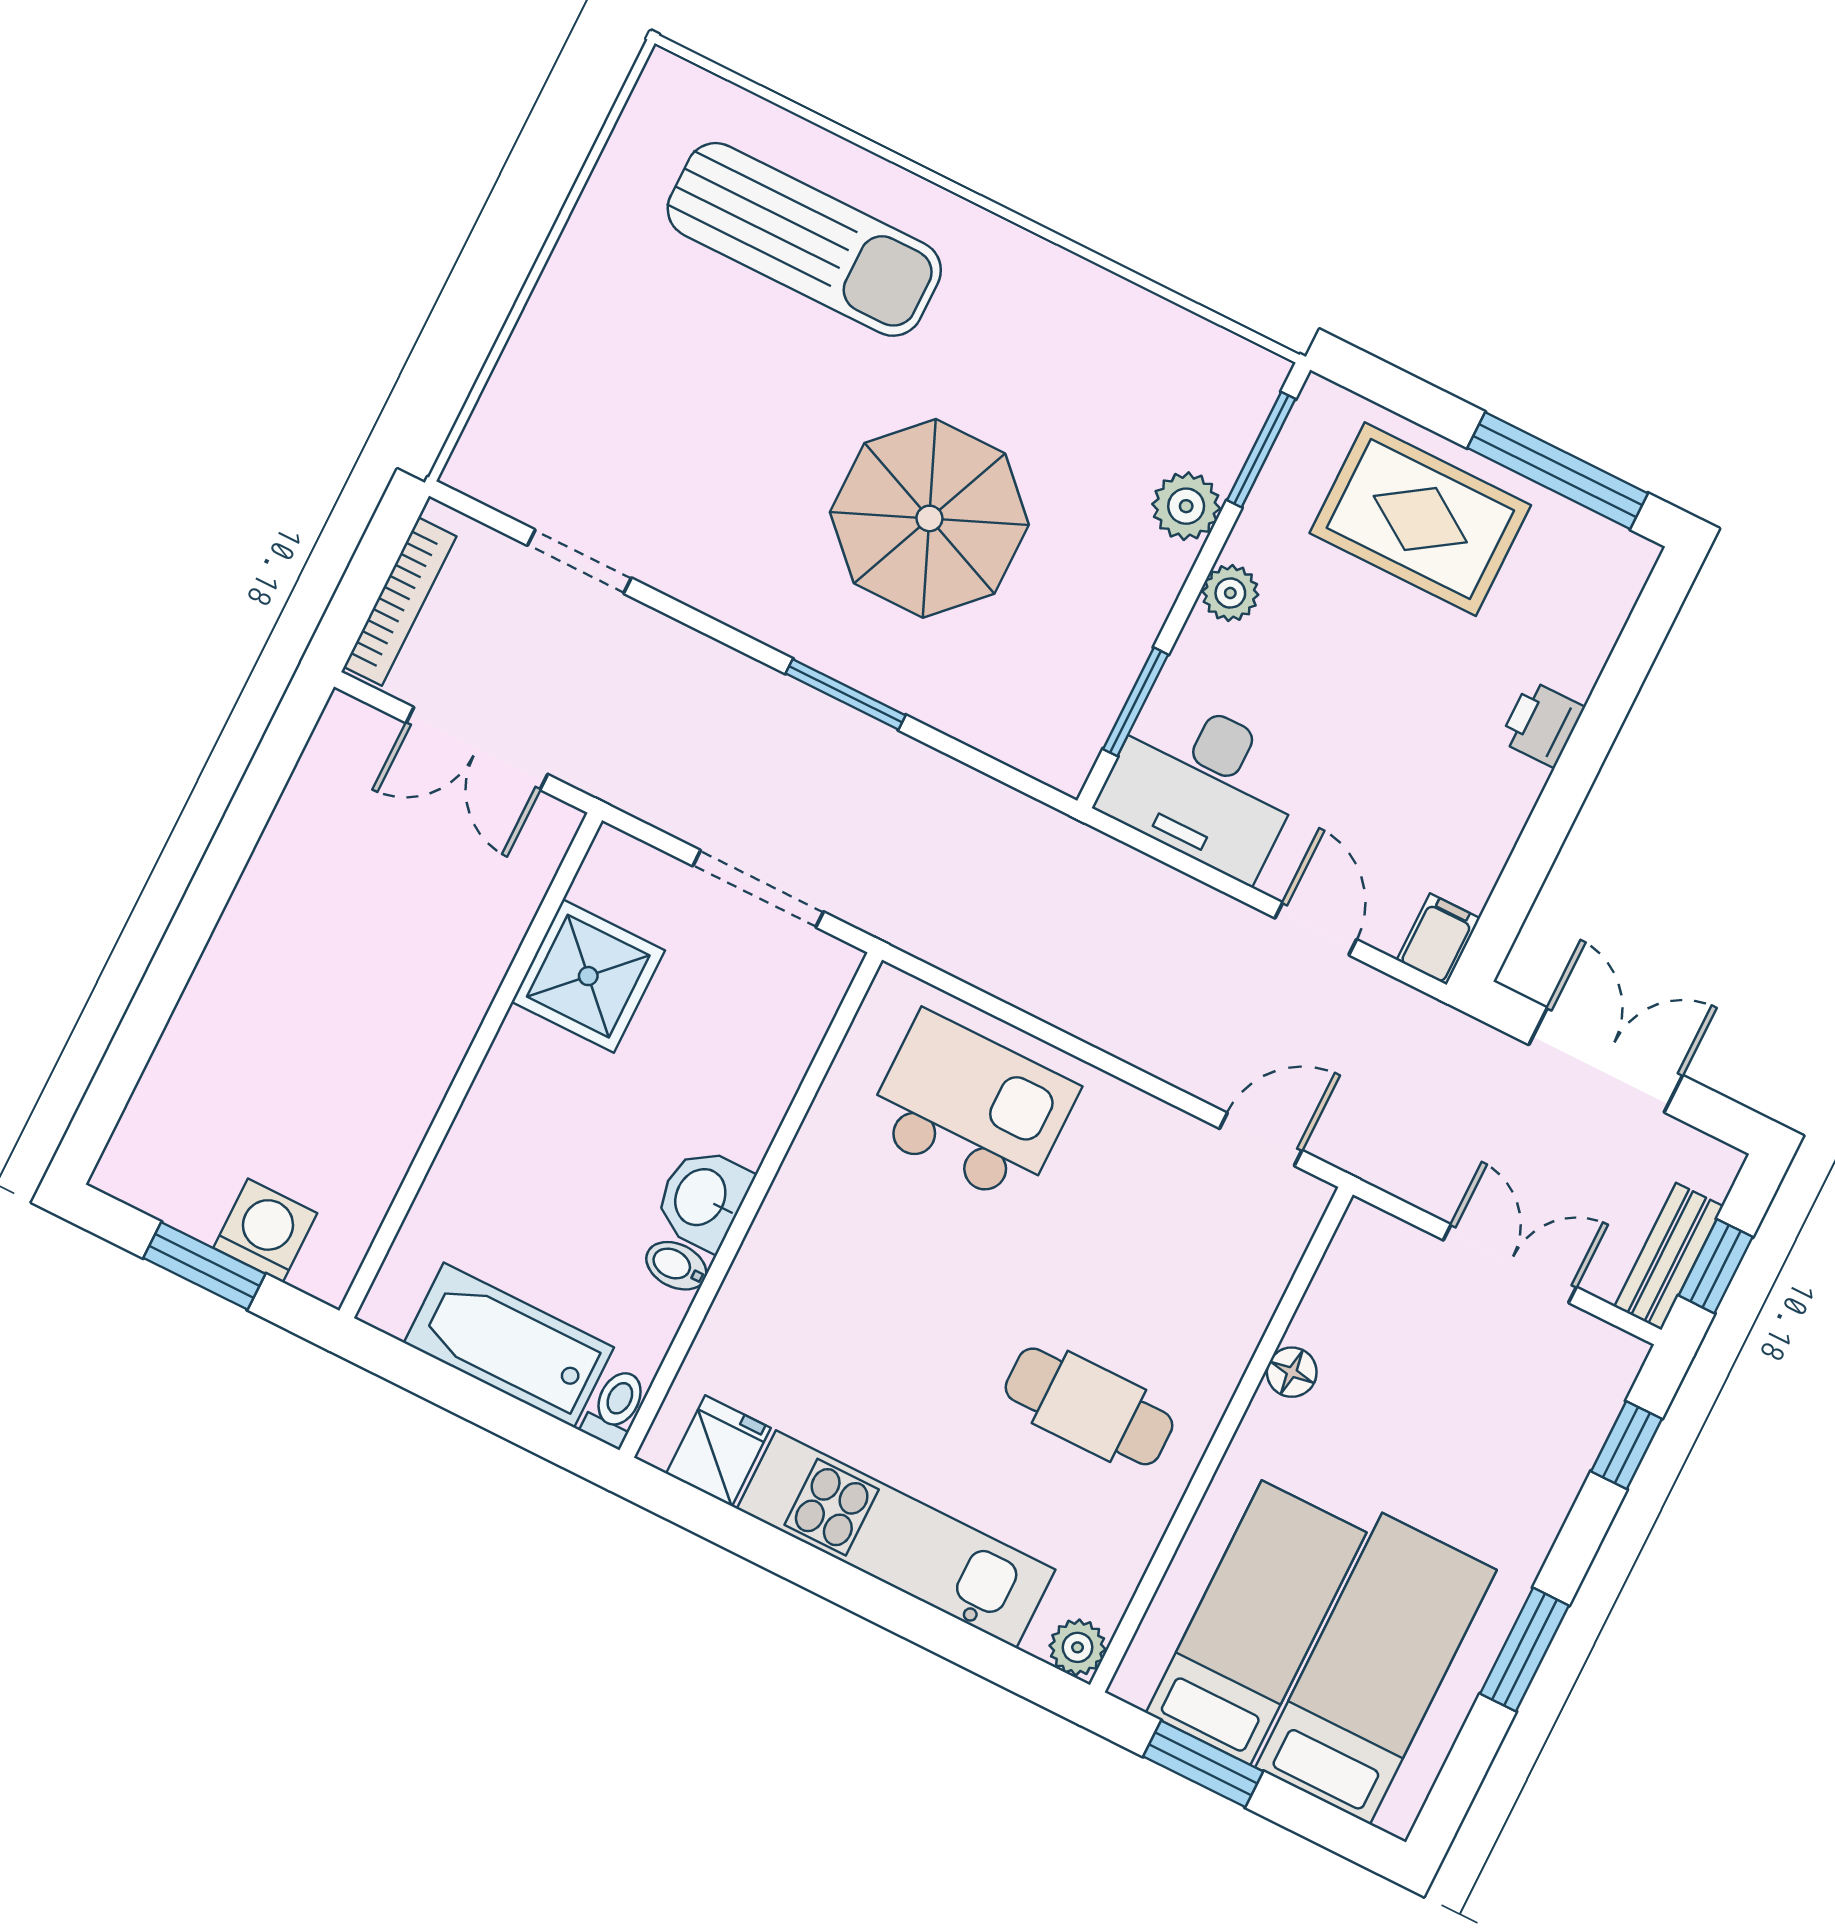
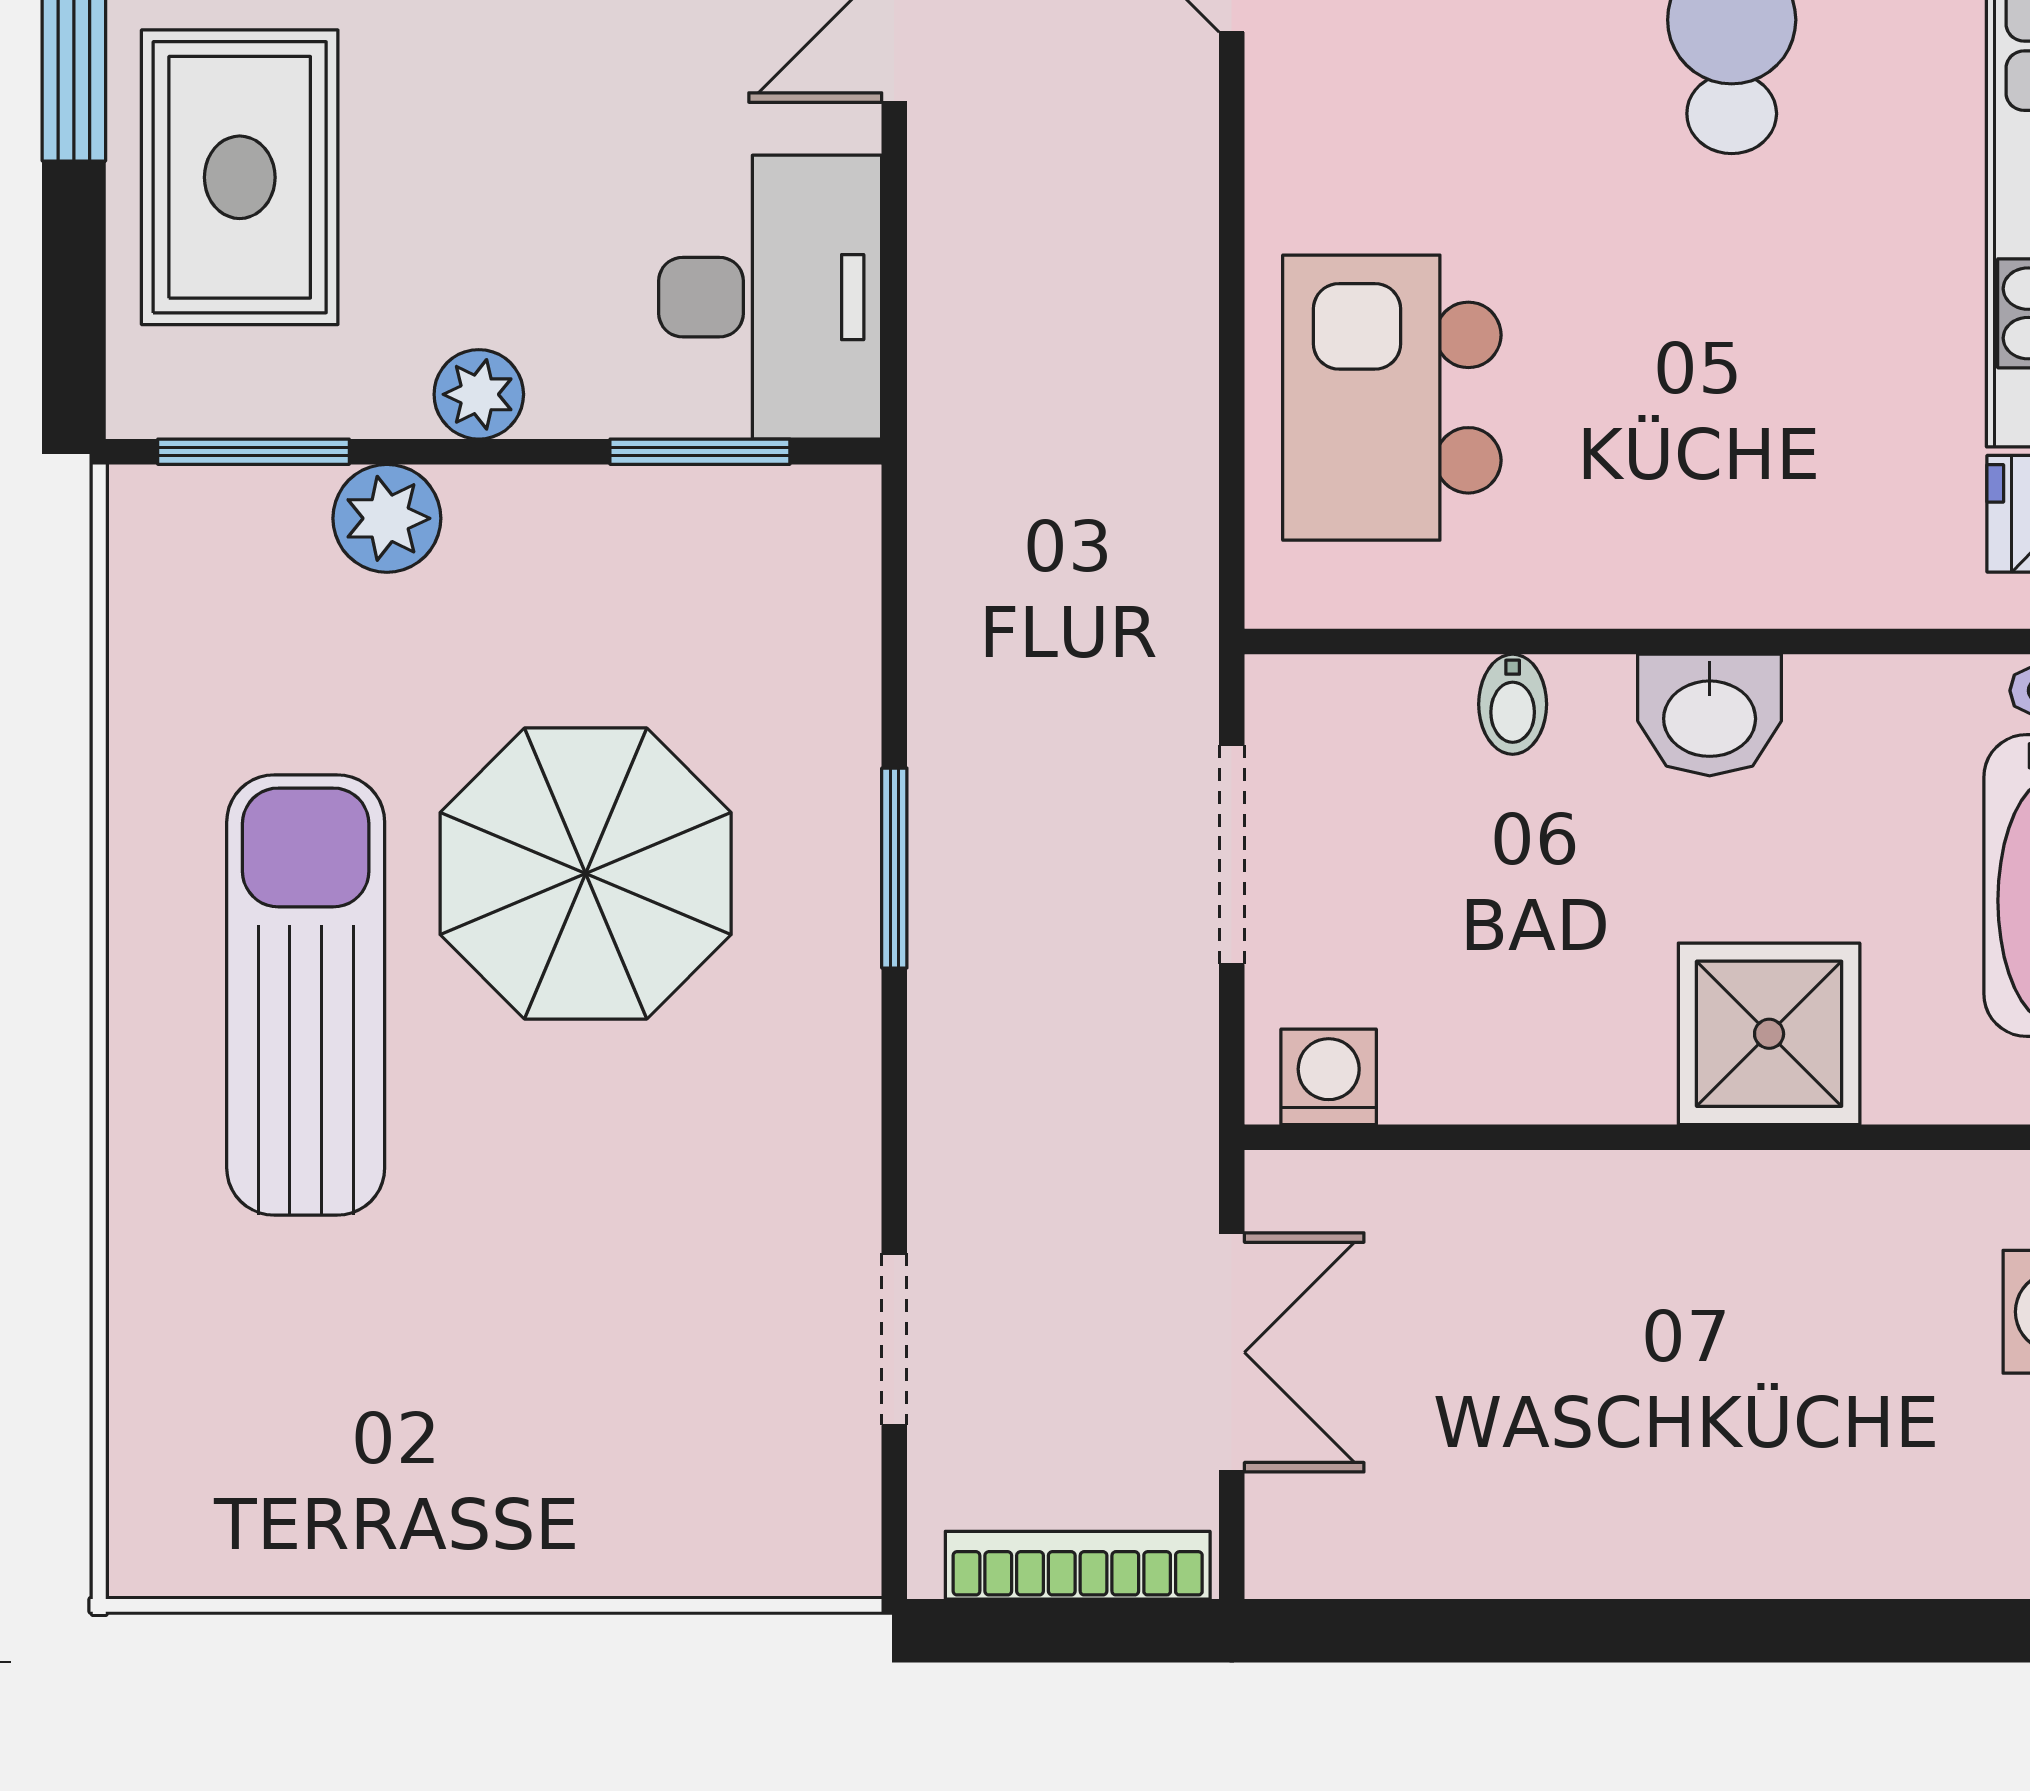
sun lounger: (804, 239) -> (306, 995), moved
washing machine: (605, 881) -> (1329, 1077), added
shower: (588, 976) -> (1769, 1034), moved
bidet: (676, 1266) -> (1513, 704), moved

